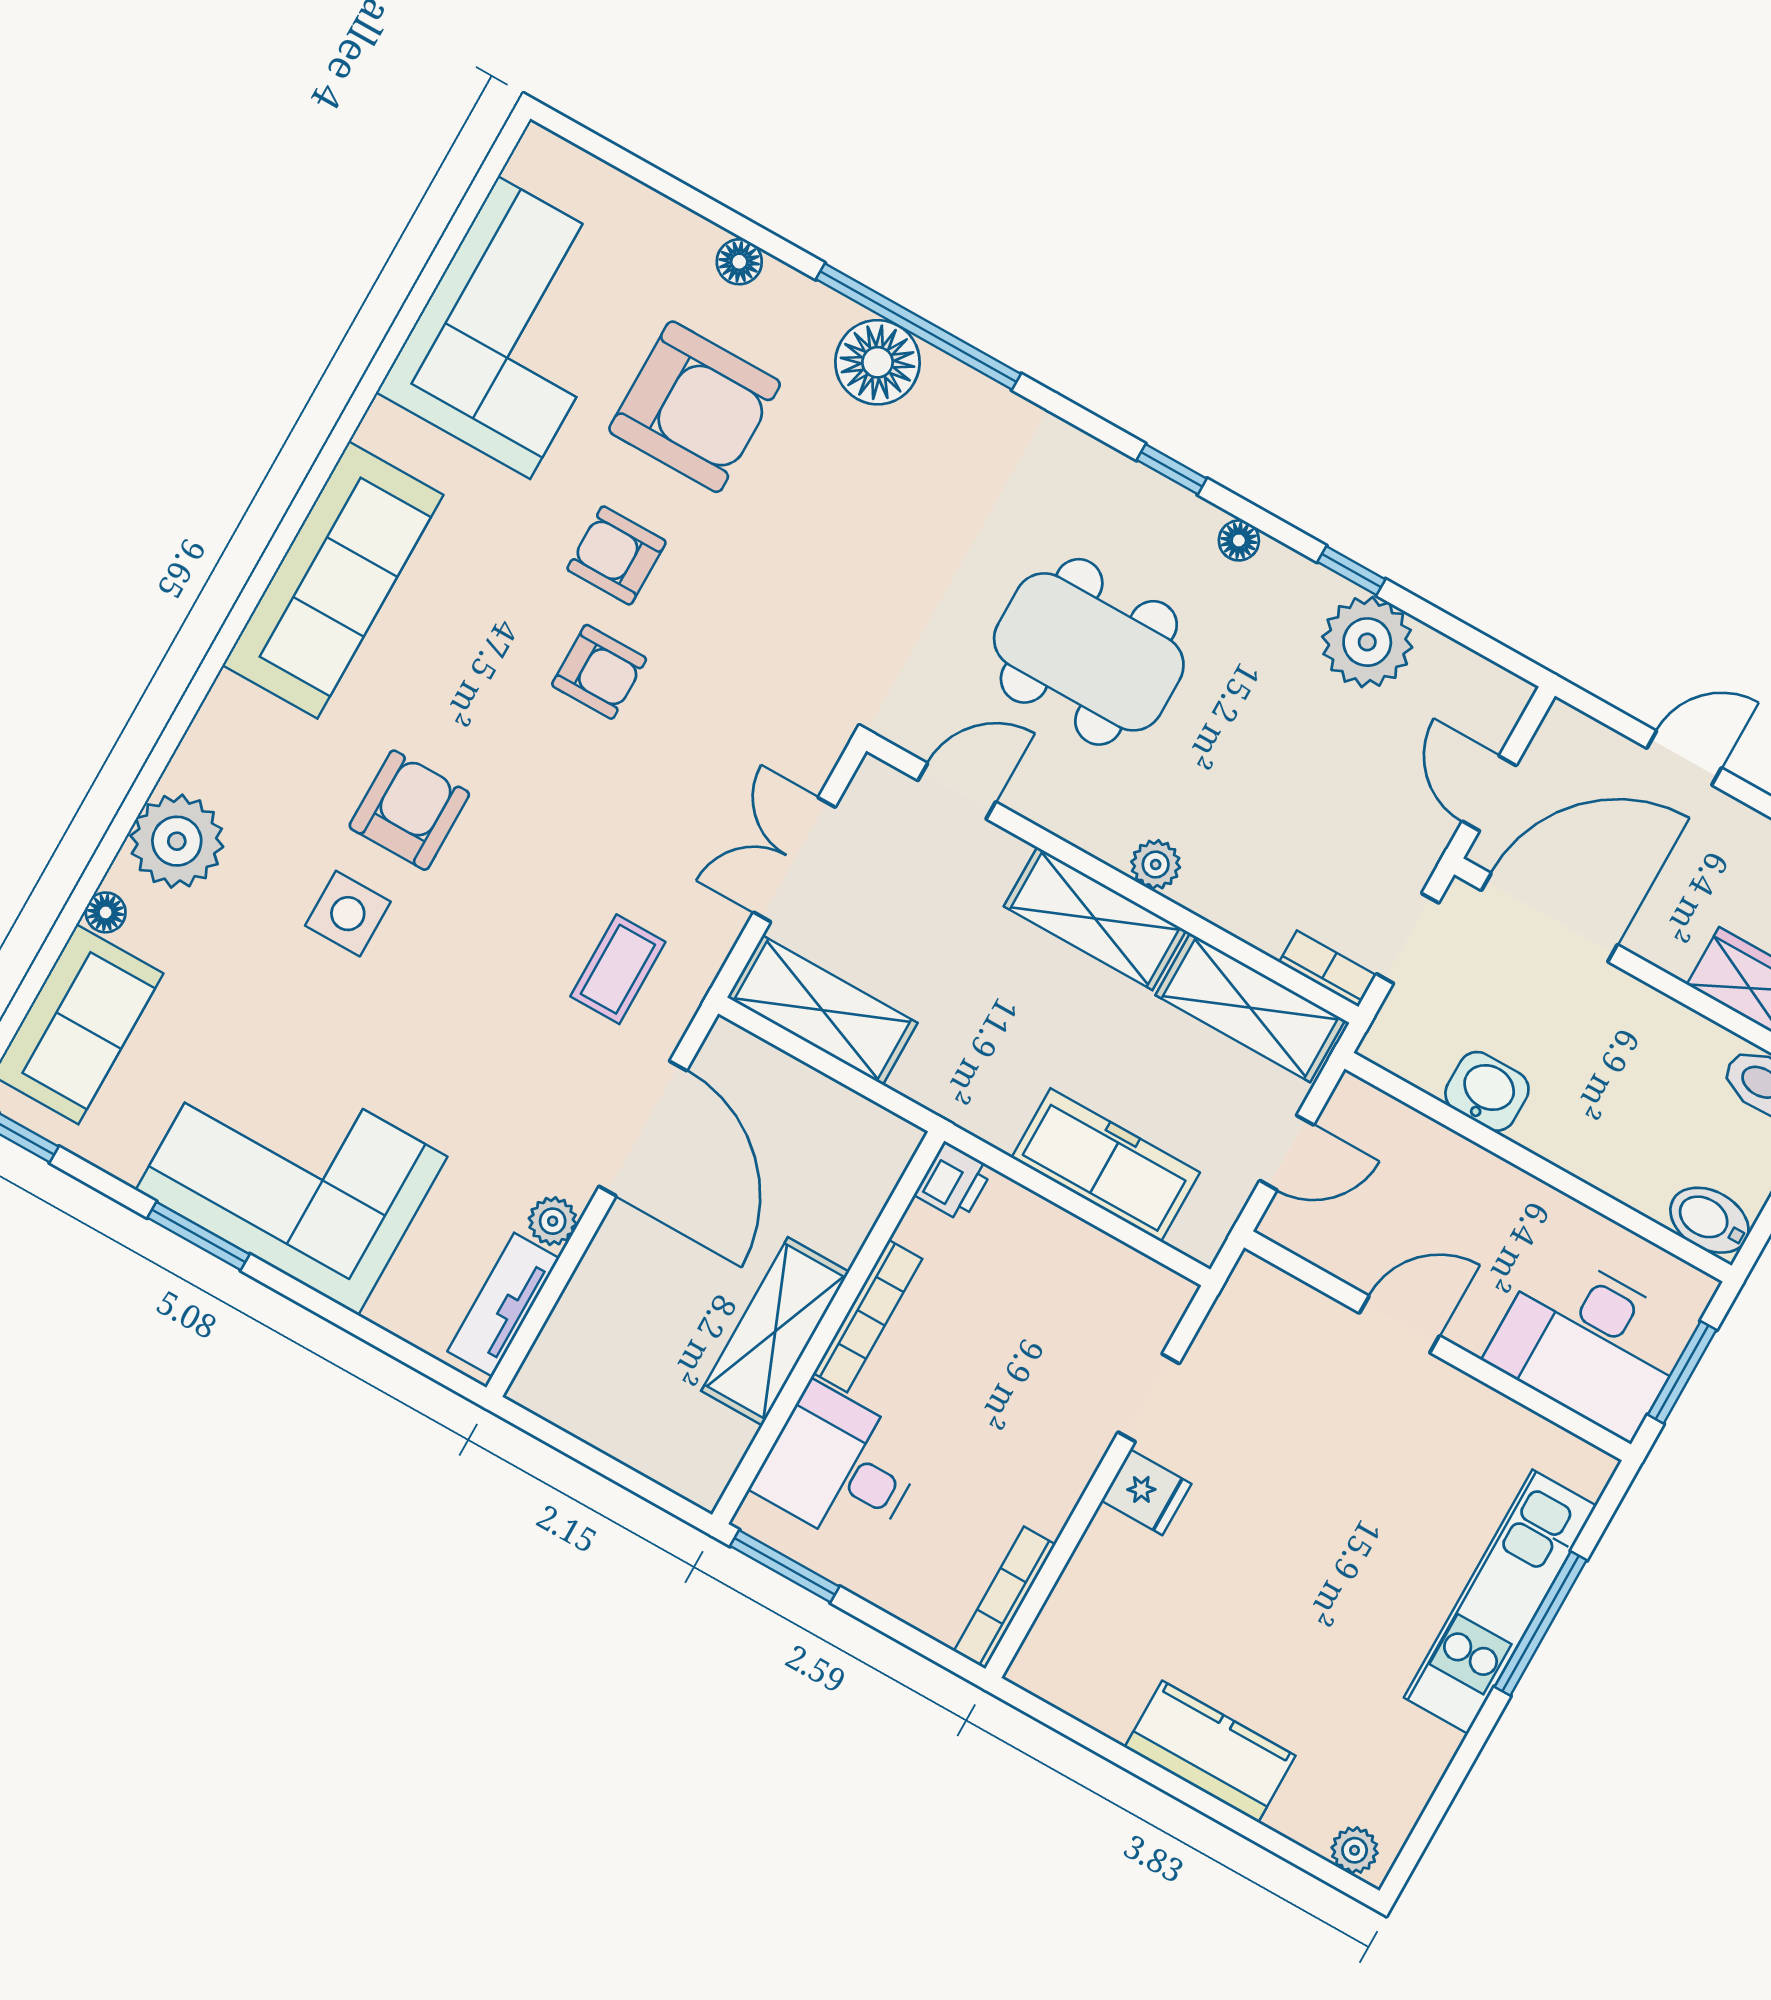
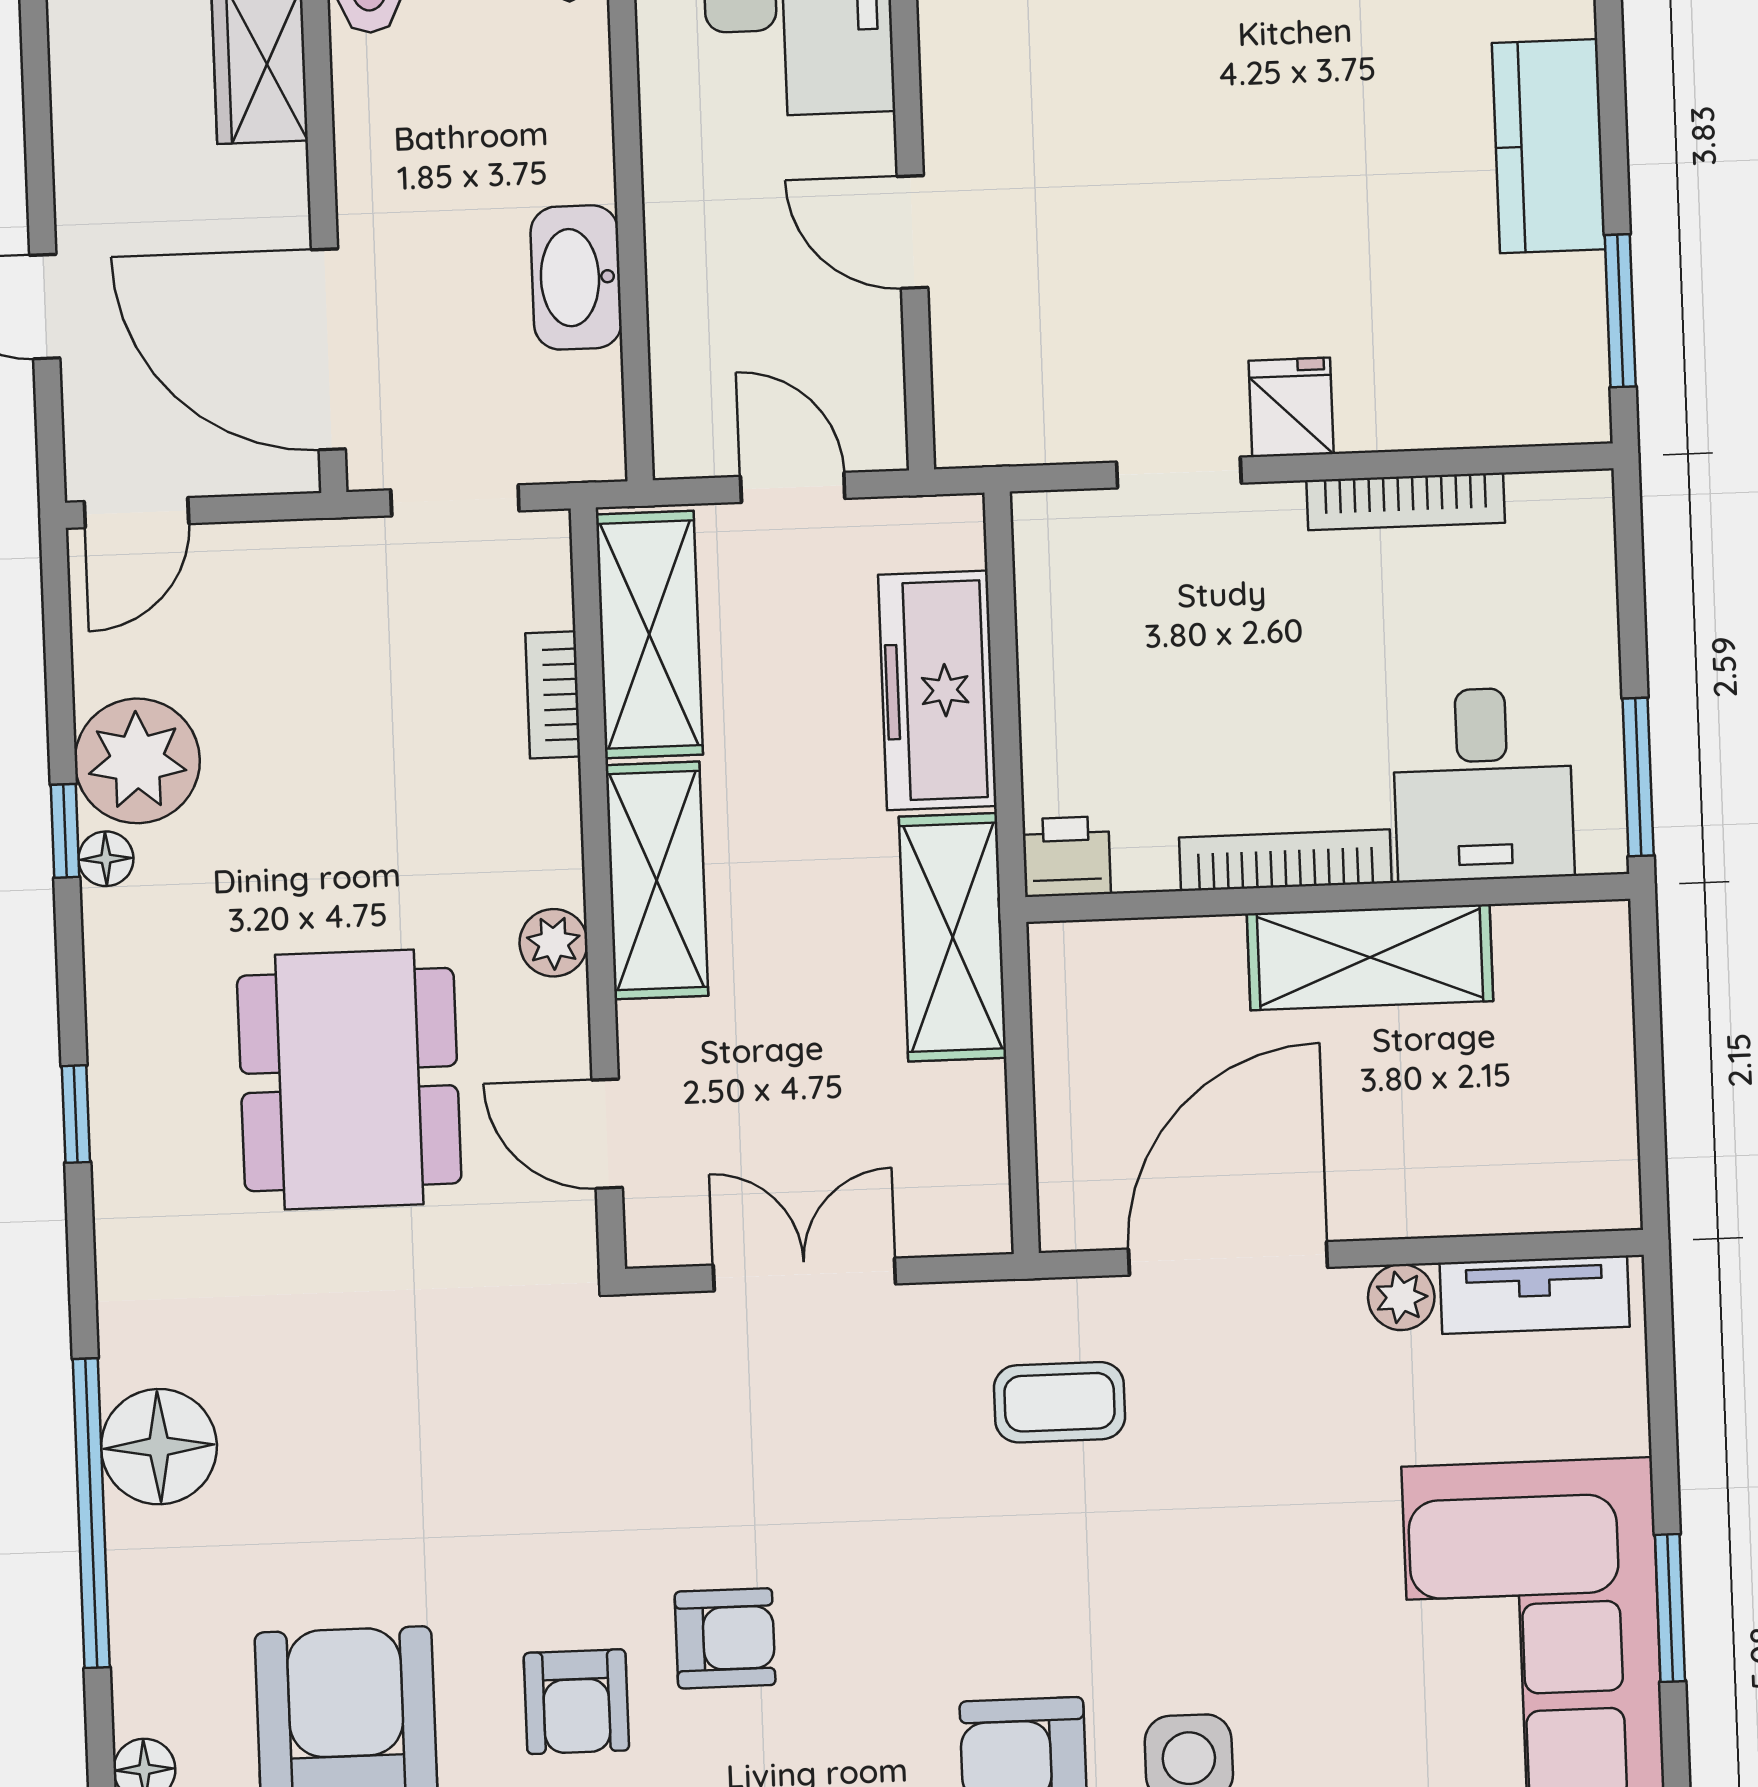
floor lamp: (878, 362) -> (159, 1447), moved
floor lamp: (1239, 540) -> (106, 859), moved
armchair: (599, 672) -> (725, 1638), turned 90
door: (1489, 793) -> (137, 513), moved
double door: (794, 860) -> (804, 1275), swing flipped
plant: (1156, 865) -> (554, 943), moved
bookcase: (1328, 969) -> (553, 695), moved
shelving: (822, 1010) -> (953, 937), moved
washbasin: (1487, 1091) -> (576, 277), width x1.38
window: (199, 1236) -> (1670, 1608), moved
bookcase: (1005, 1598) -> (1406, 501), moved
window: (1081, 1733) -> (1620, 311), added

